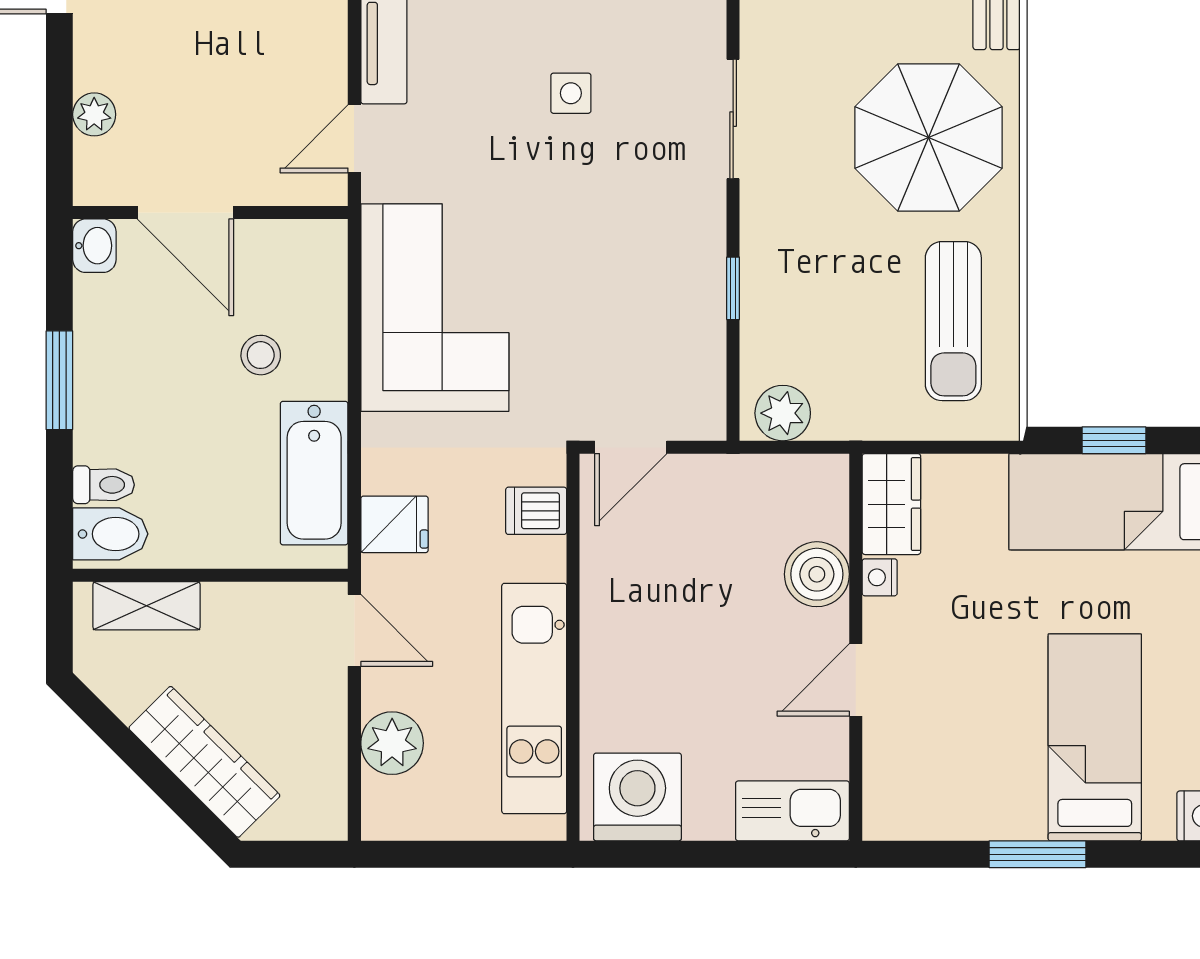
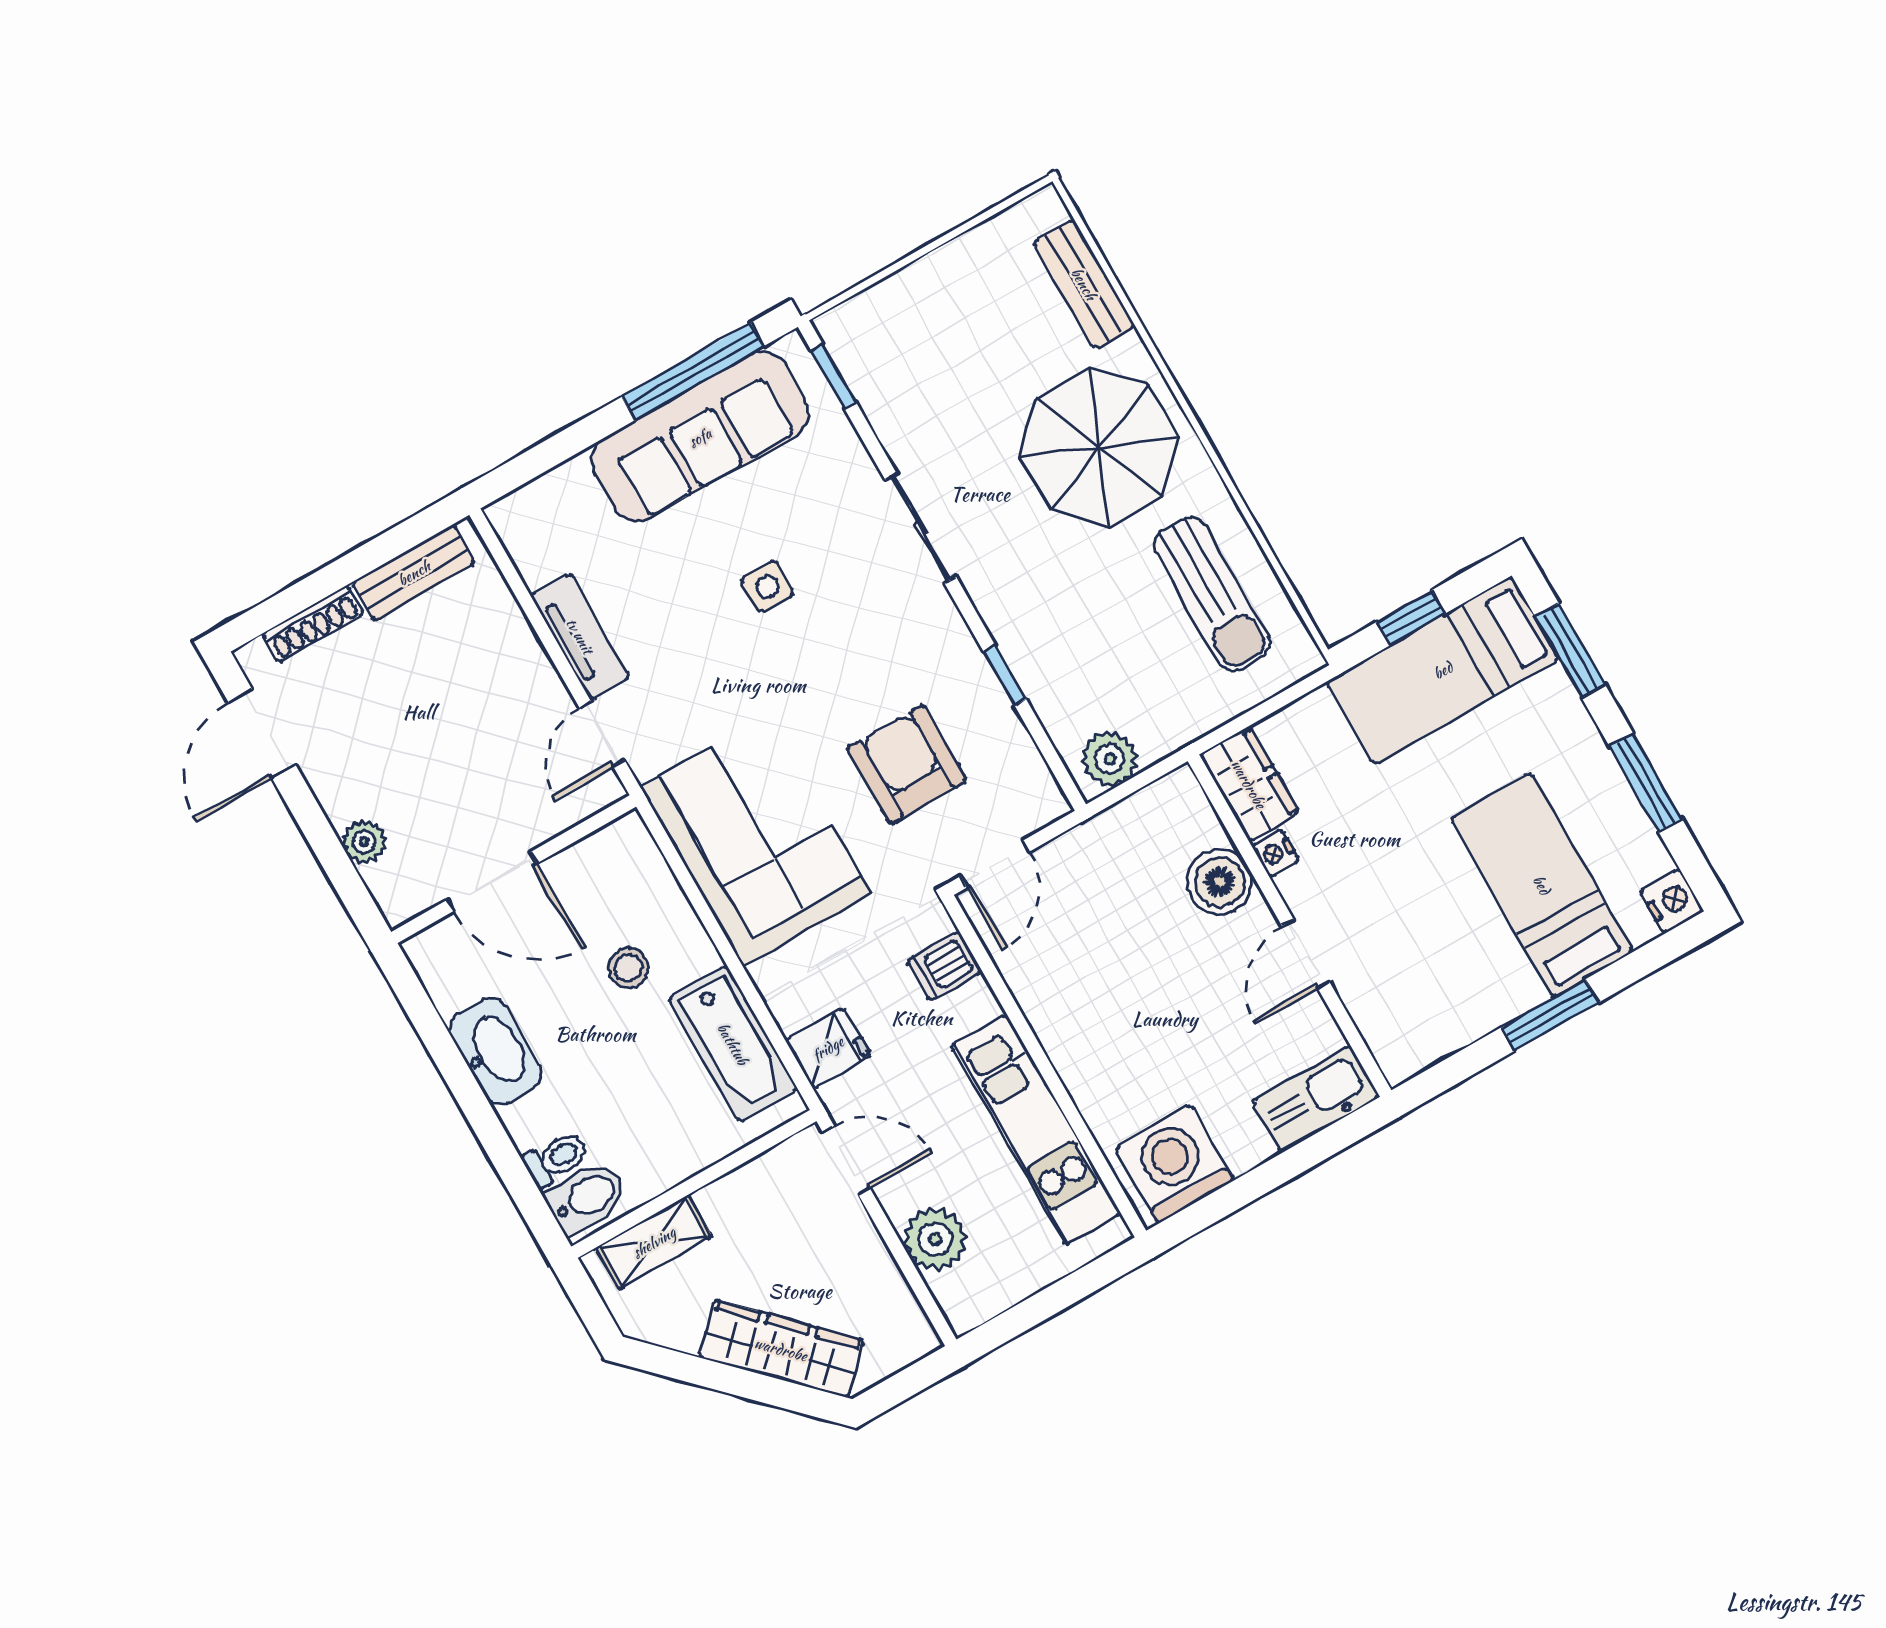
washbasin: (94, 246) -> (495, 1051), moved, width x1.91, depth x1.45
armchair: (604, 317) -> (907, 764), added
window: (59, 380) -> (466, 1090), removed

